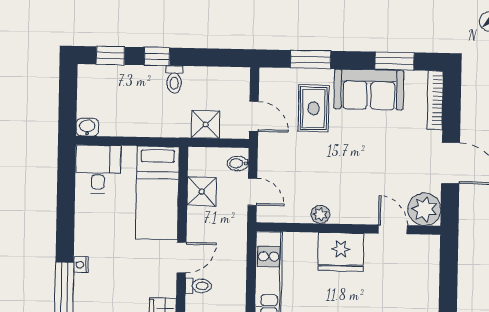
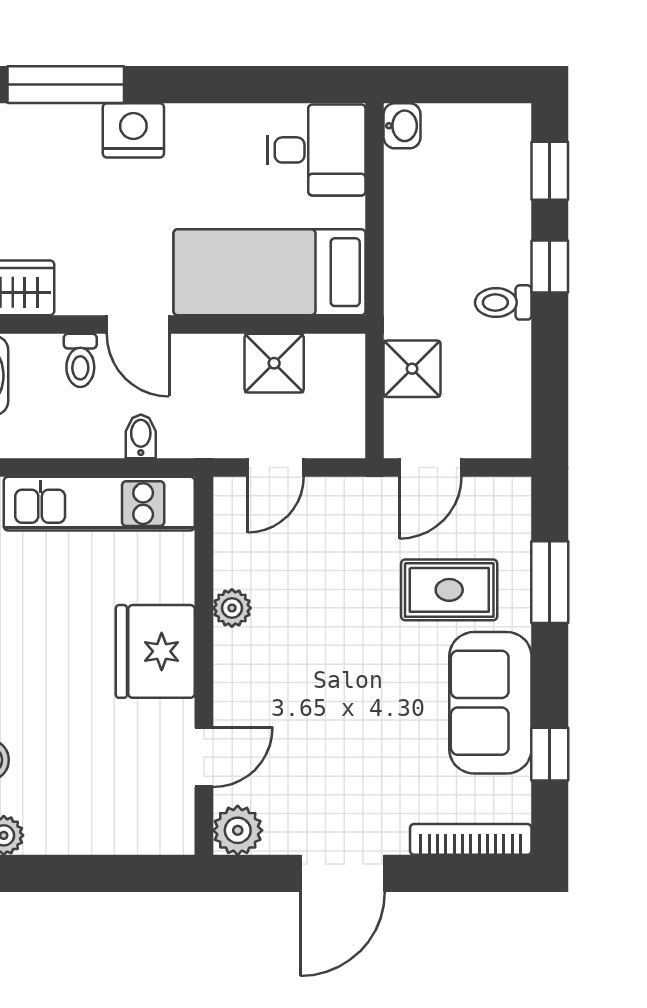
window: (394, 61) -> (550, 754), width x0.67
bidet: (238, 163) -> (141, 436), moved
plant: (424, 209) -> (238, 830), width x0.73, depth x0.73
nightstand: (81, 265) -> (133, 130), width x1.89, depth x1.79

